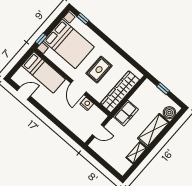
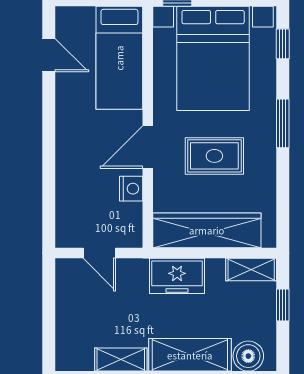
window: (107, 40) -> (283, 123), added
shelving: (144, 89) -> (251, 269), added

